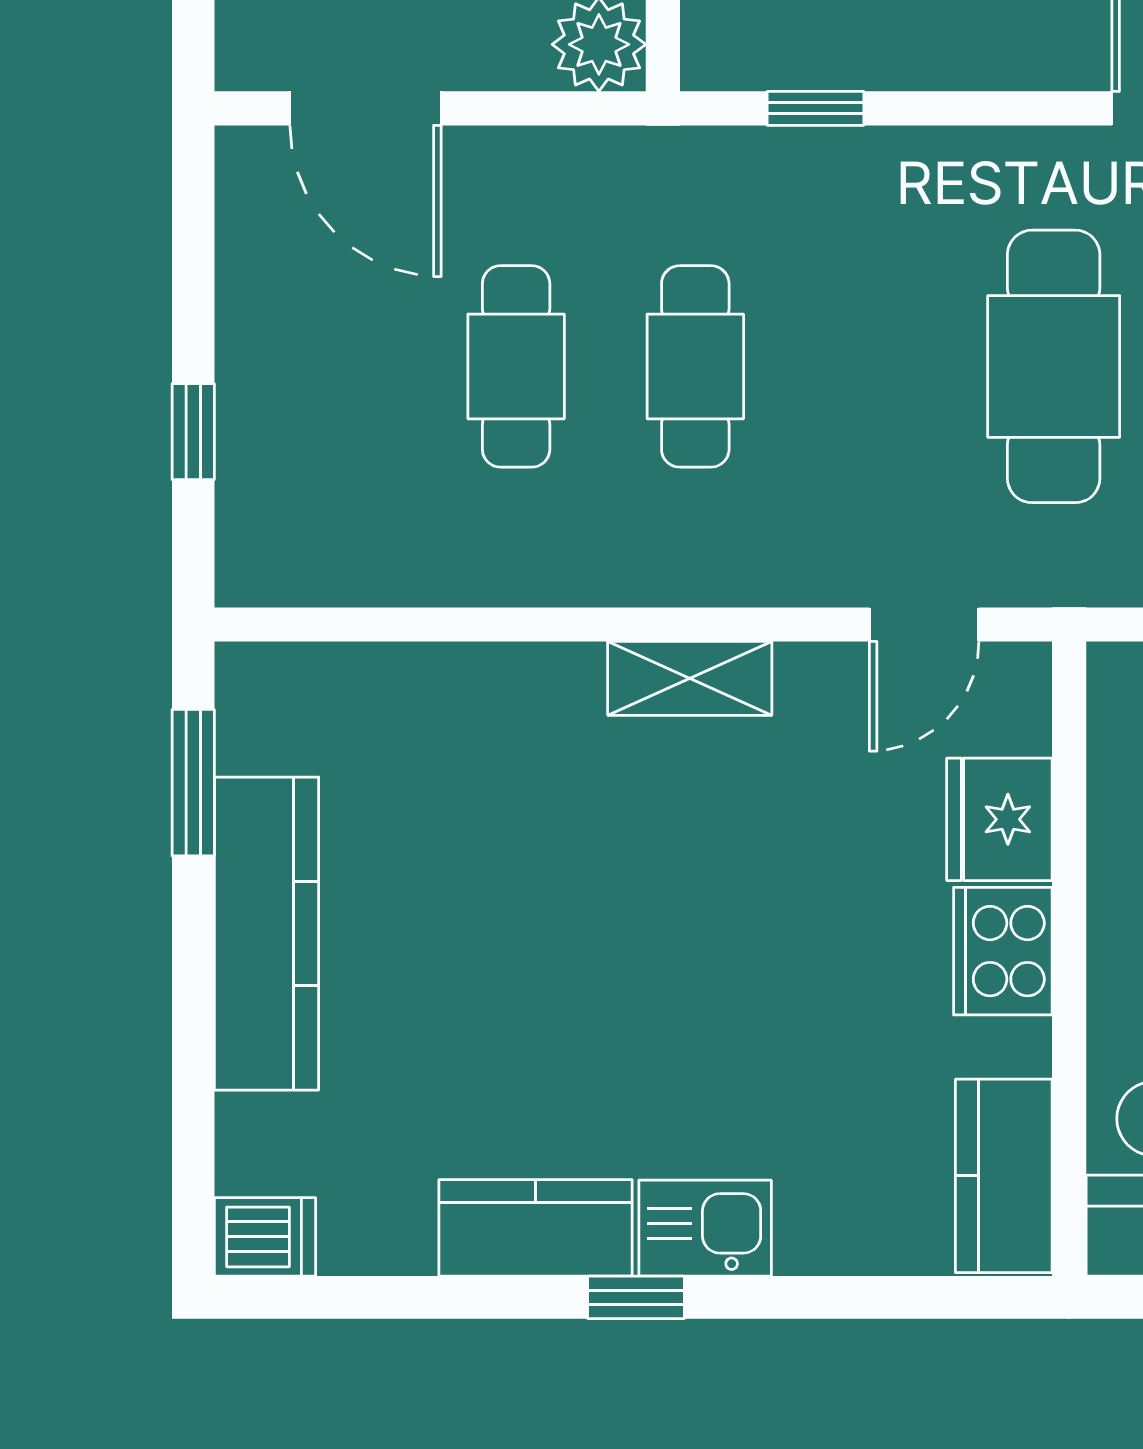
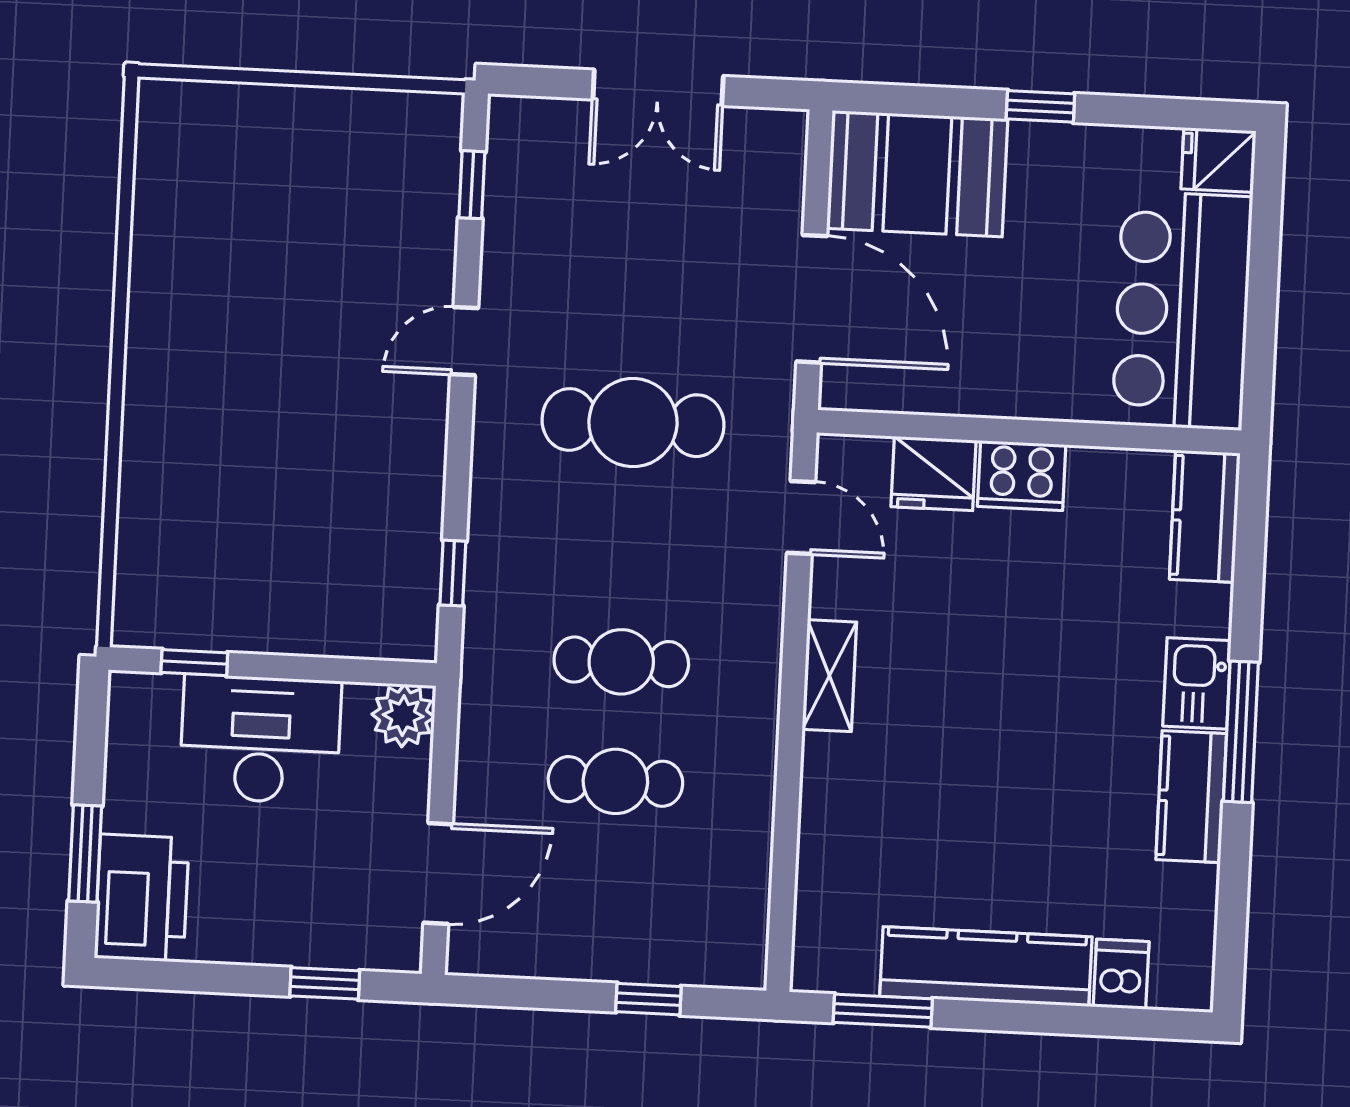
kitchen counter: (1004, 1176) -> (1205, 516), moved, turned 90
dishwasher: (265, 1237) -> (1121, 974), moved
window: (636, 1297) -> (1241, 732), width x2.17

